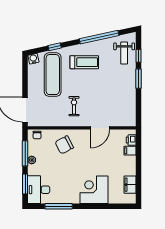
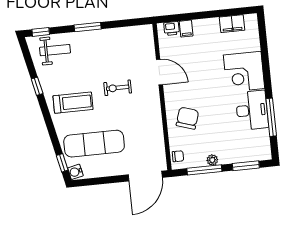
window: (99, 37) -> (37, 86), width x0.32
window: (55, 47) -> (62, 163), moved
window: (139, 56) -> (41, 32), moved
treadmill: (84, 62) -> (73, 103), turned 90
exercise bike: (74, 106) -> (118, 88), moved
chair: (64, 145) -> (187, 118), turned -134
desk: (39, 190) -> (252, 110), moved, turned -90

